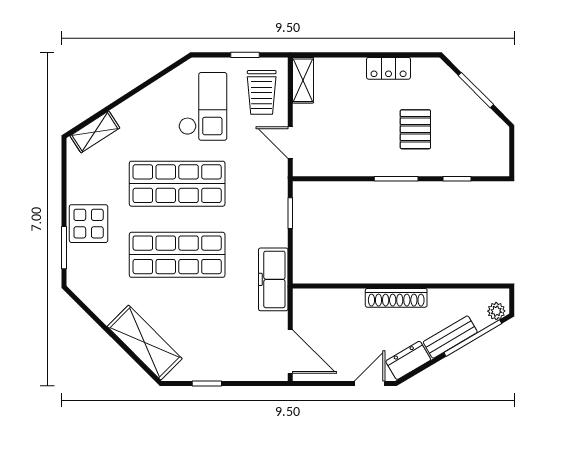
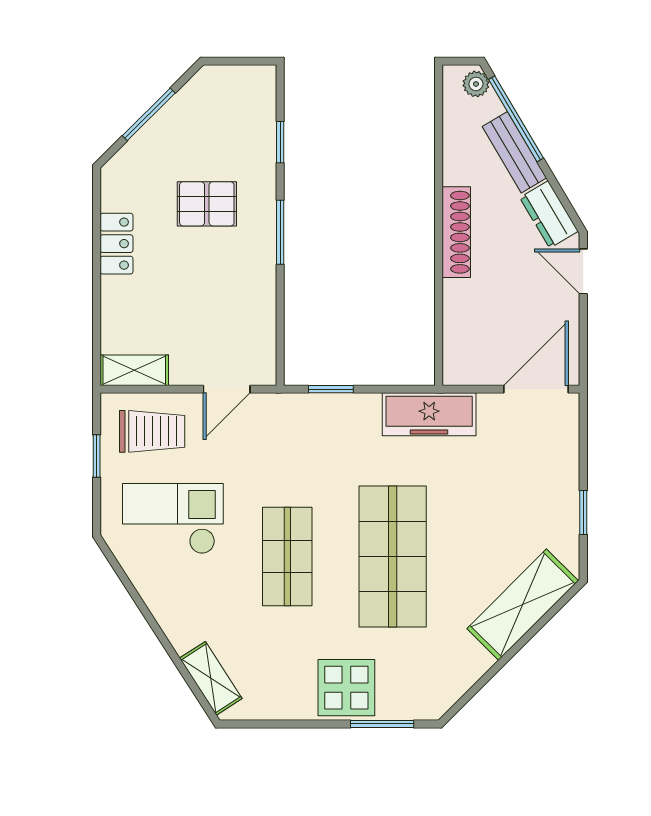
shop shelf: (177, 184) -> (287, 557), width x0.70, depth x0.74

